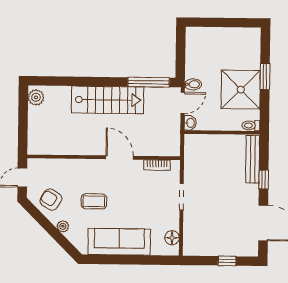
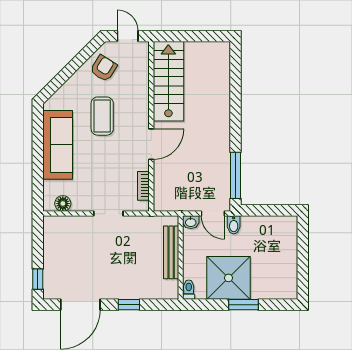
plant: (36, 97) -> (217, 50), removed
stairs: (108, 100) -> (168, 81), moved, turned 180
bench: (253, 159) -> (171, 252), moved, turned 90
coffee table: (94, 201) -> (102, 116), width x1.36, depth x1.30
plant: (63, 226) -> (74, 82), removed
window: (227, 261) -> (38, 279), moved

